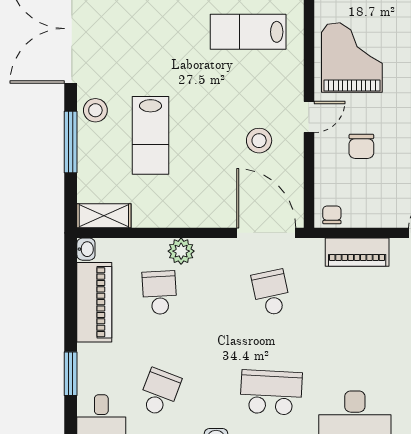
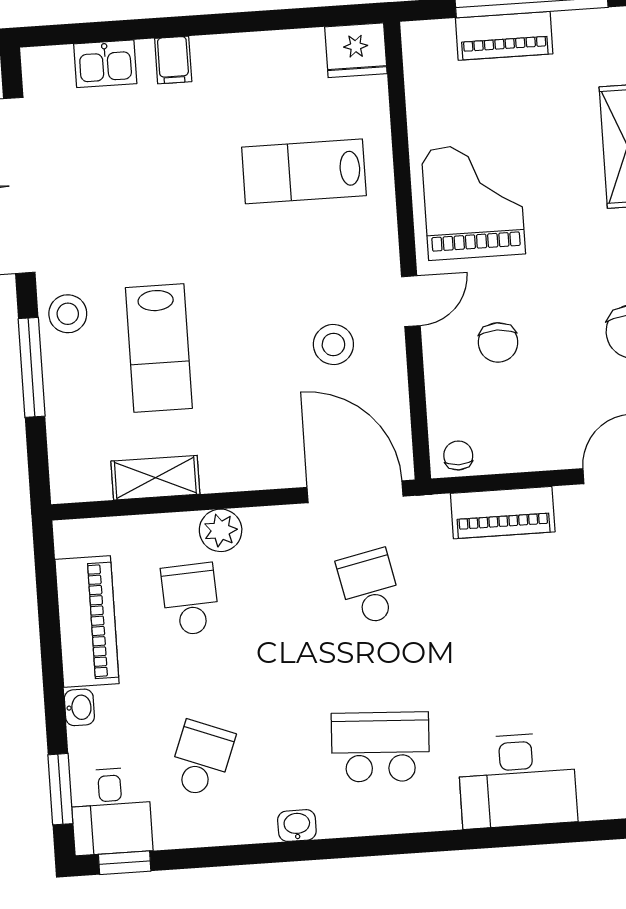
shelving: (104, 216) -> (155, 478), moved
washbasin: (86, 249) -> (79, 707), moved
window: (71, 374) -> (60, 789), moved

